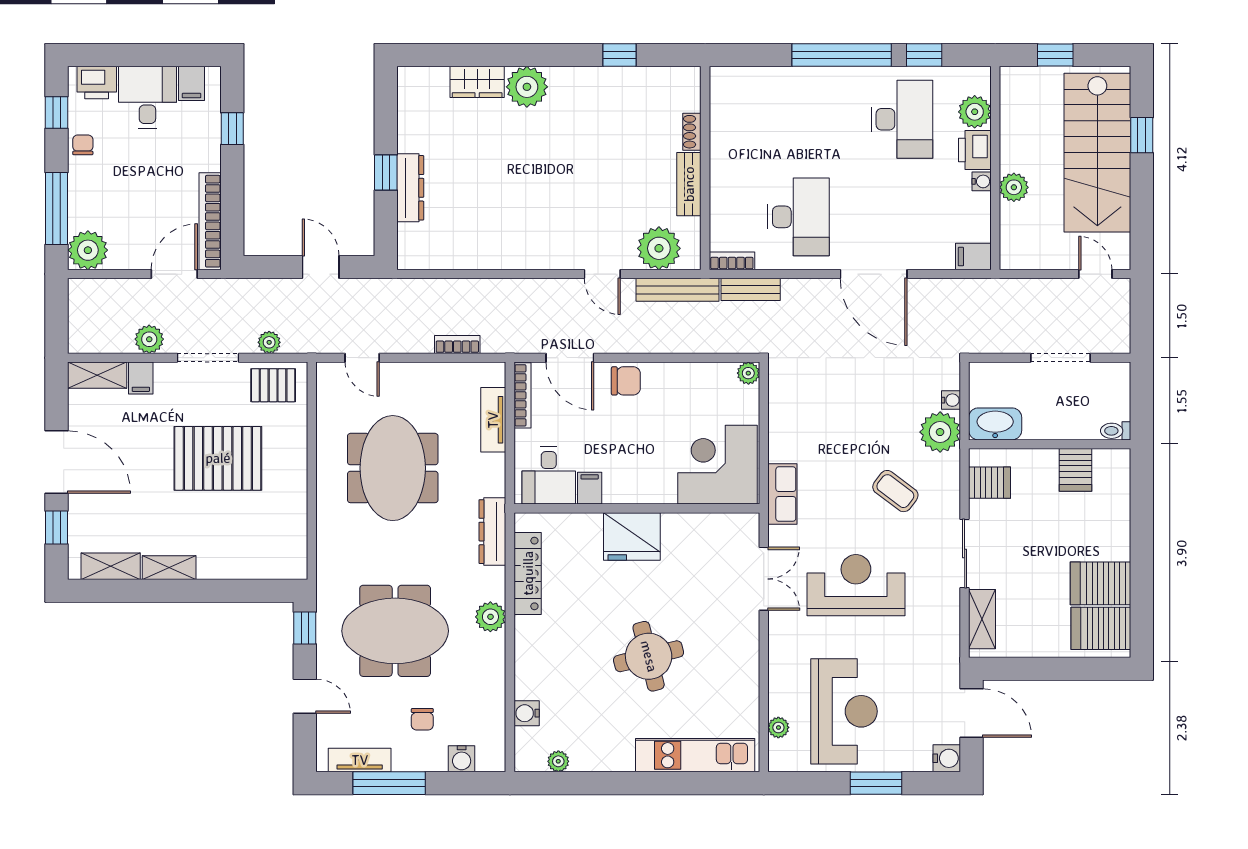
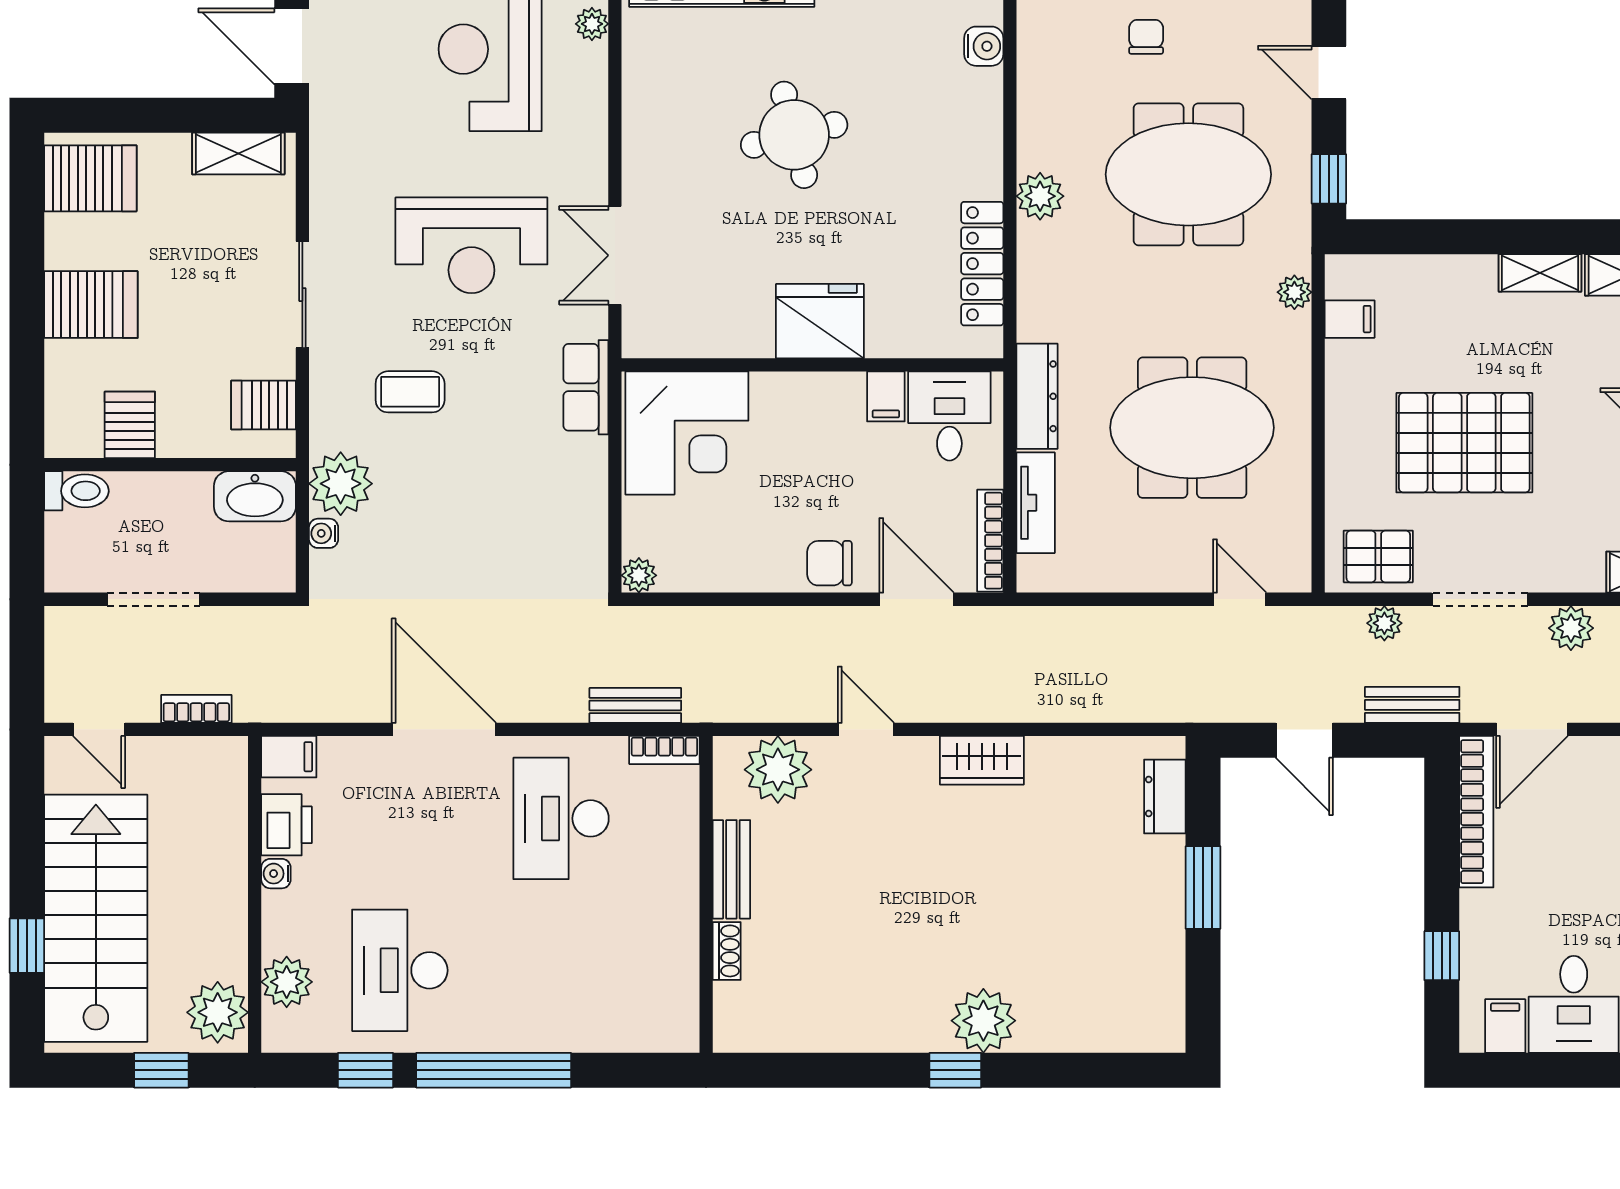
window: (619, 55) -> (955, 1070), moved
wardrobe: (477, 82) -> (982, 760), moved, turned 180
printer: (975, 150) -> (287, 825), moved
window: (386, 173) -> (1203, 887), width x1.50
plant: (1014, 187) -> (218, 1012), moved, width x1.36, depth x1.36
dresser: (410, 188) -> (1165, 796), moved, width x0.70
bench: (678, 290) -> (1412, 705), moved, width x0.73
bookcase: (457, 345) -> (196, 709), moved, turned 180
filing cabinet: (141, 378) -> (1350, 319), moved, turned 90
toilet: (1116, 431) -> (77, 491), width x1.37, depth x1.39
meeting table: (393, 468) -> (1192, 428), turned 90
coffee table: (895, 491) -> (410, 392), turned -37
dresser: (492, 532) -> (1037, 396), moved
plant: (327, 555) -> (1294, 292), added
server rack: (1100, 583) -> (91, 305), moved
shelving: (982, 619) -> (238, 154), moved, turned 90

